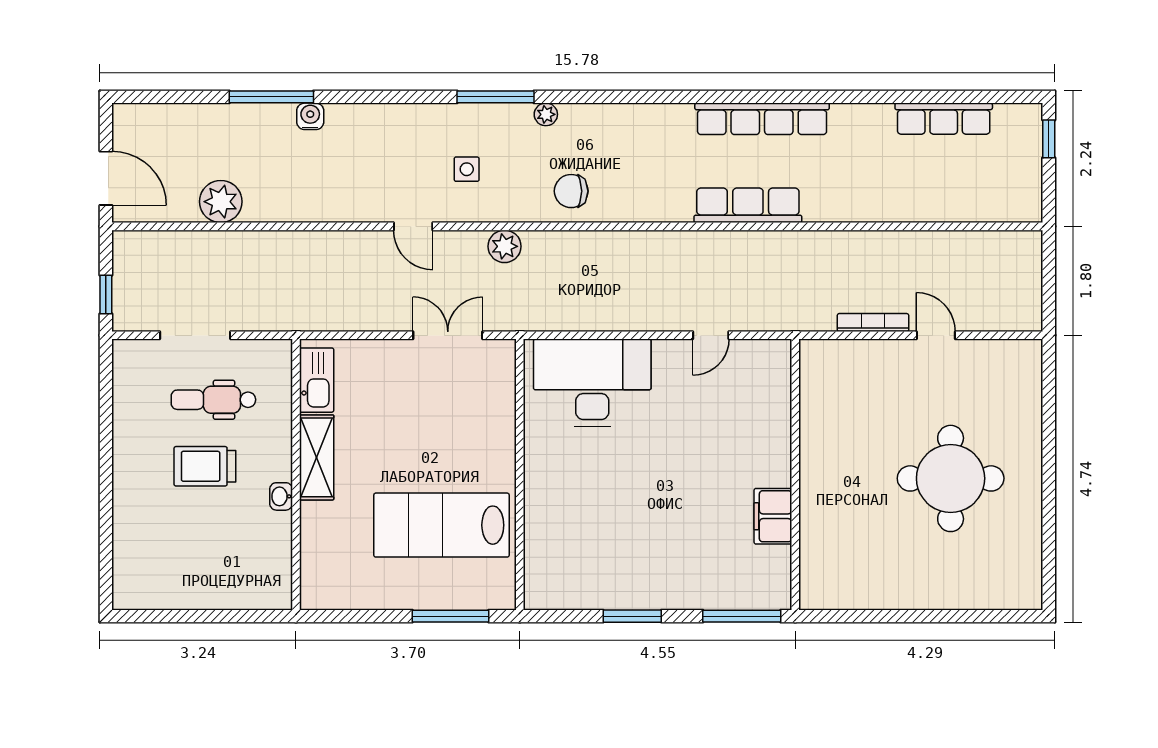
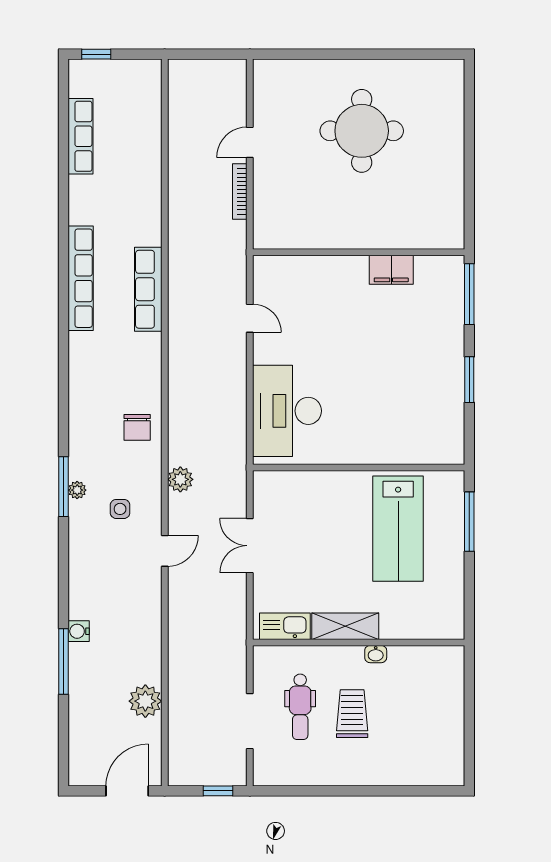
plant: (546, 114) -> (77, 490), moved
double door: (448, 335) -> (250, 546), moved
trolley: (205, 466) -> (352, 714), turned 180

